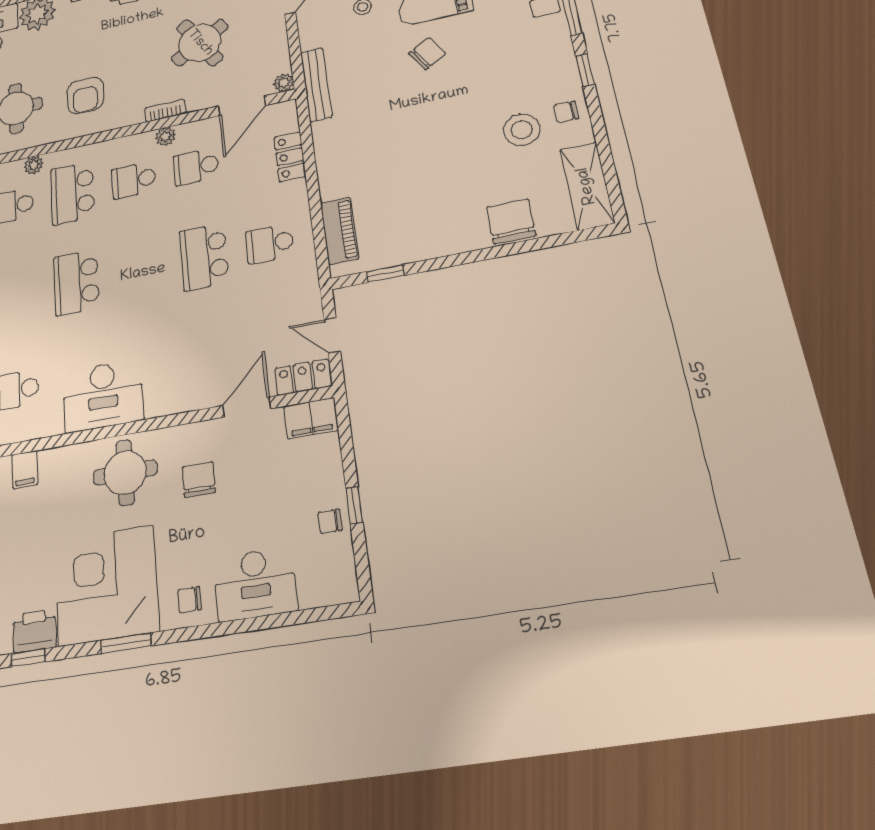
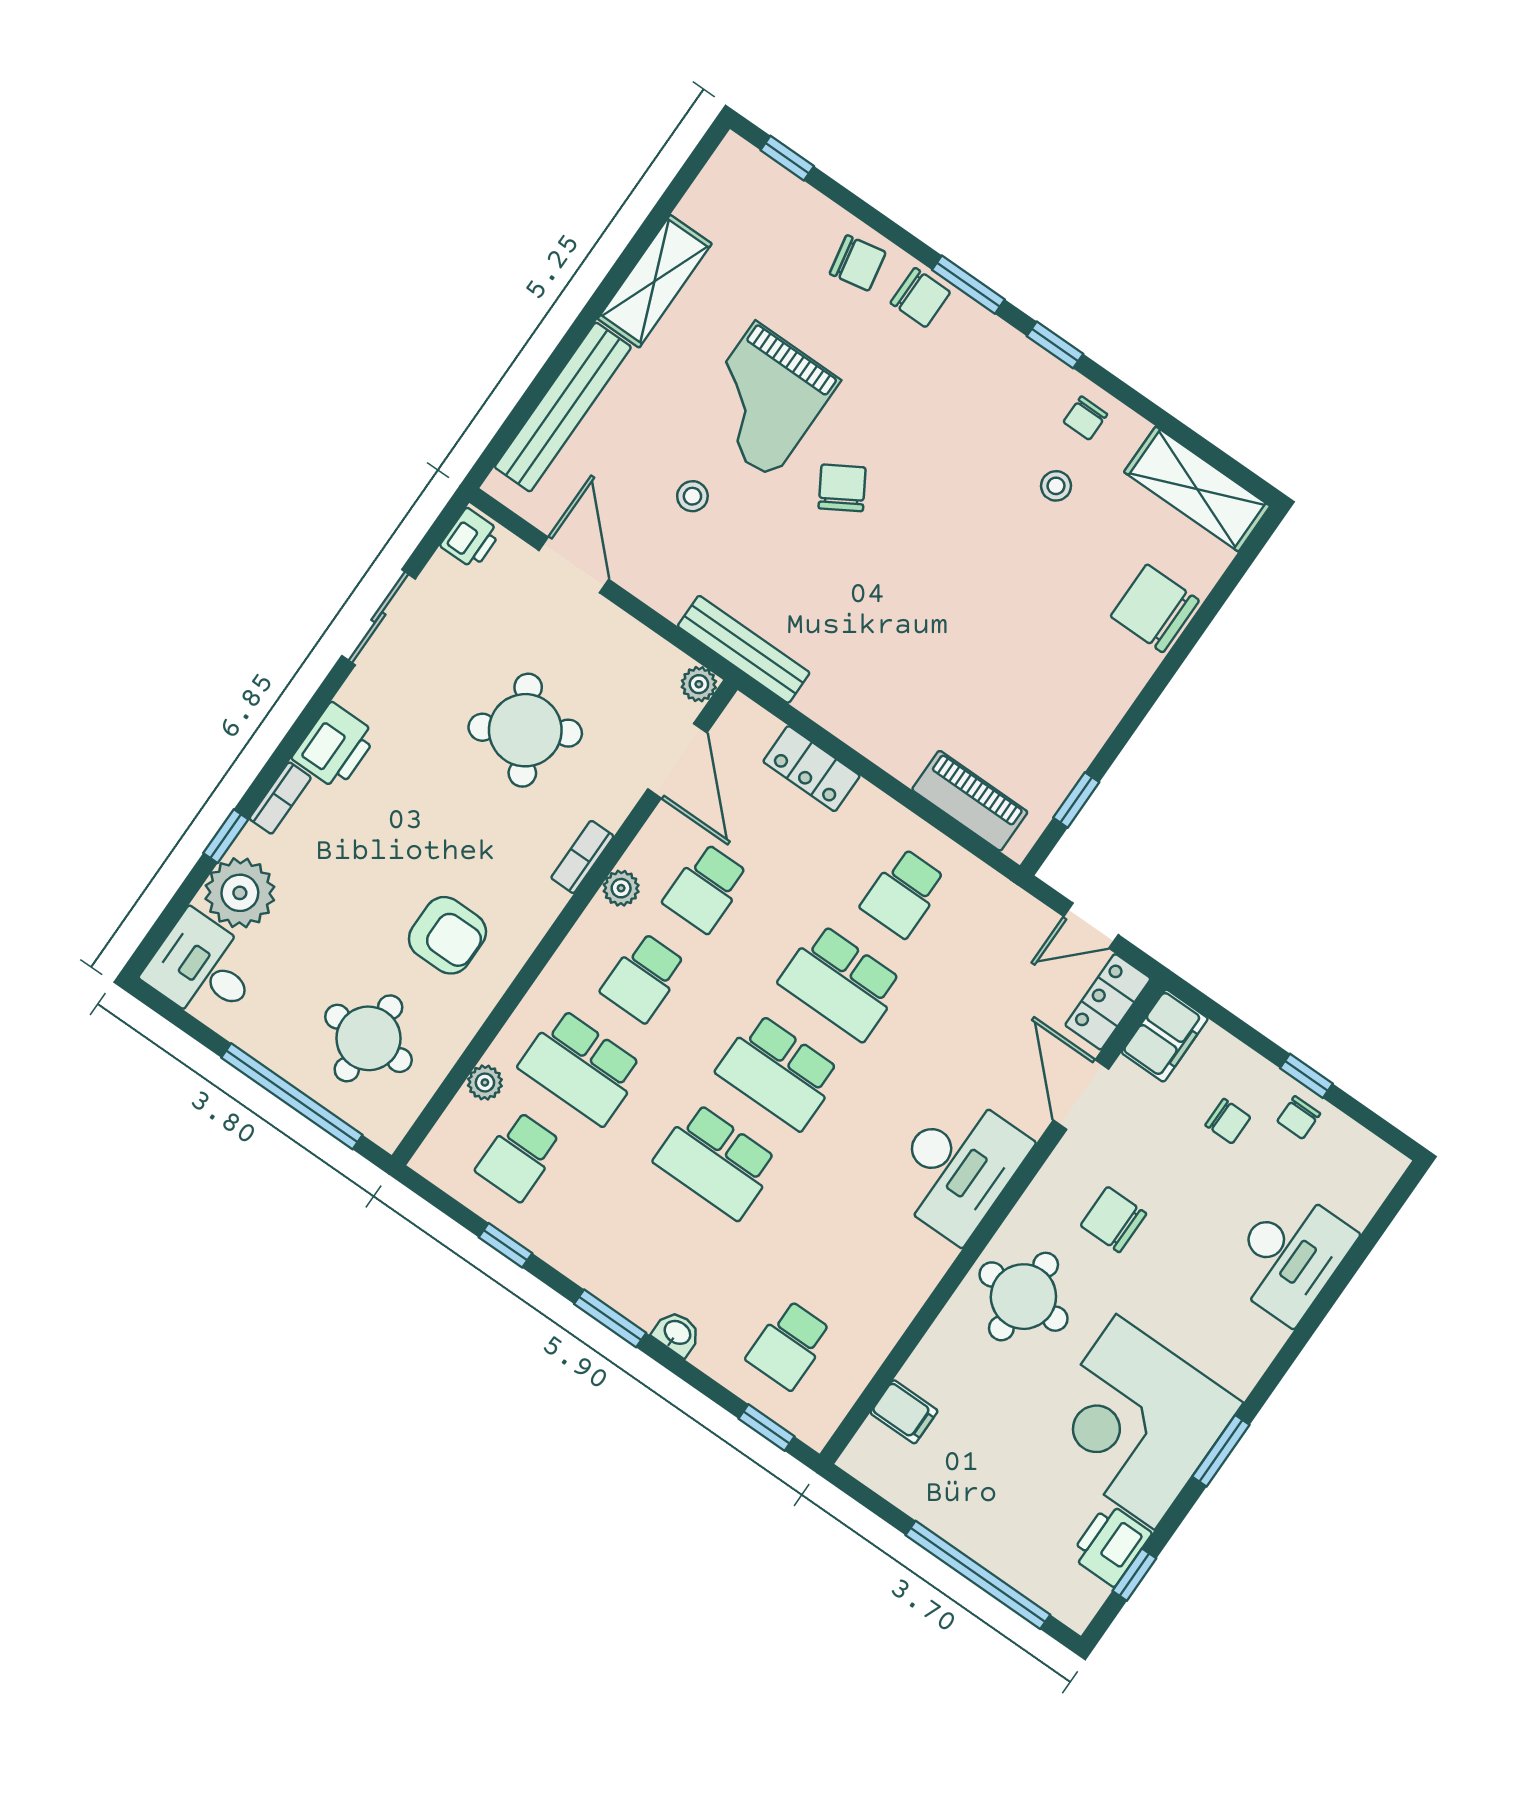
stool: (522, 130) -> (1056, 486), width x0.53, depth x0.53
school desk: (140, 270) -> (779, 1072), added
desk: (103, 396) -> (958, 1167), moved
chair: (189, 600) -> (1228, 1121), moved, turned -90

